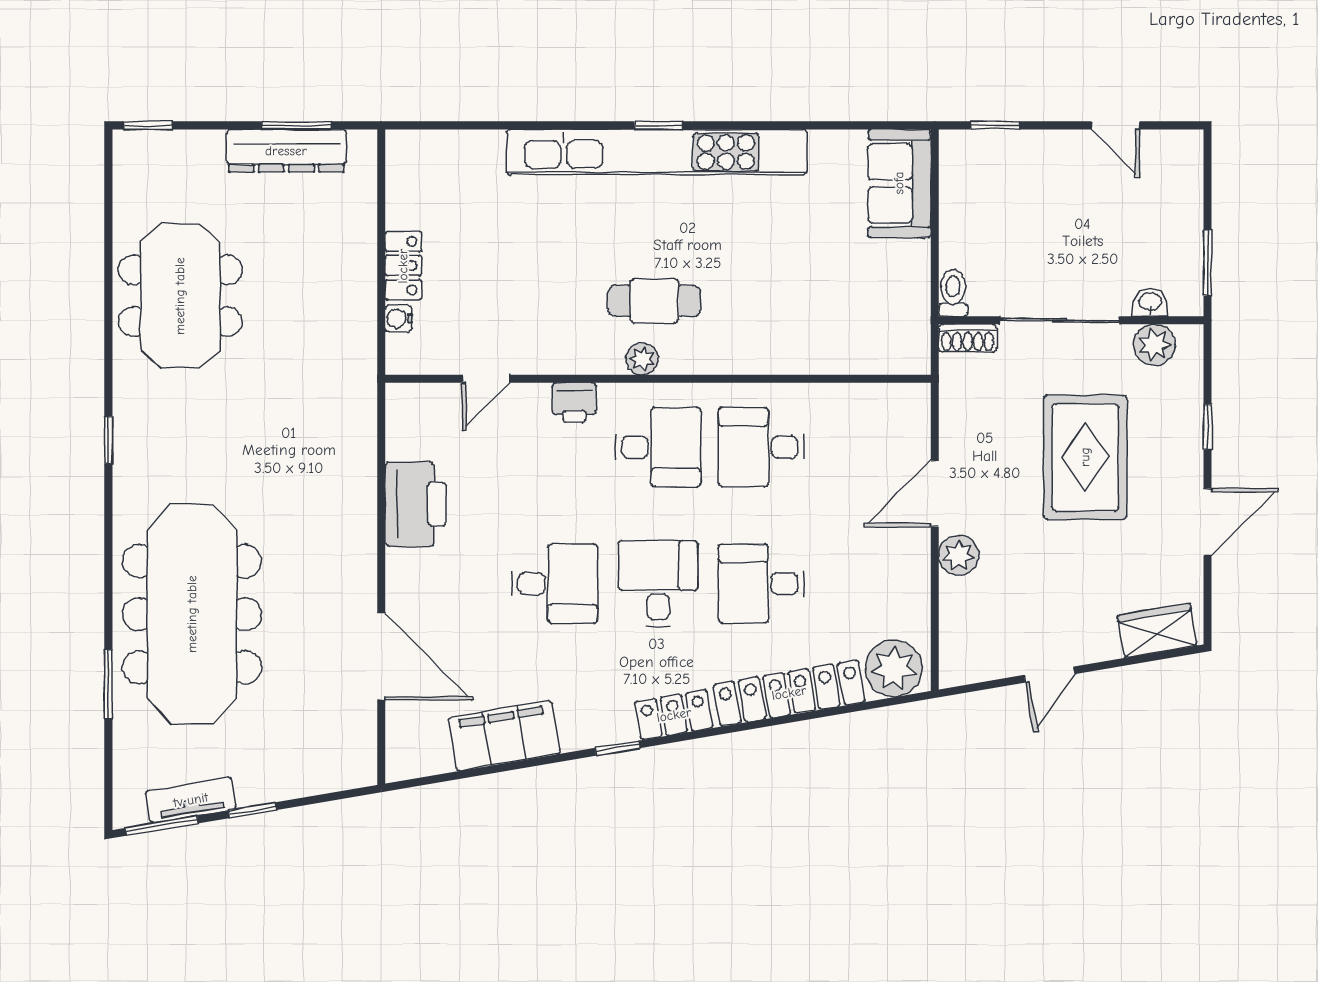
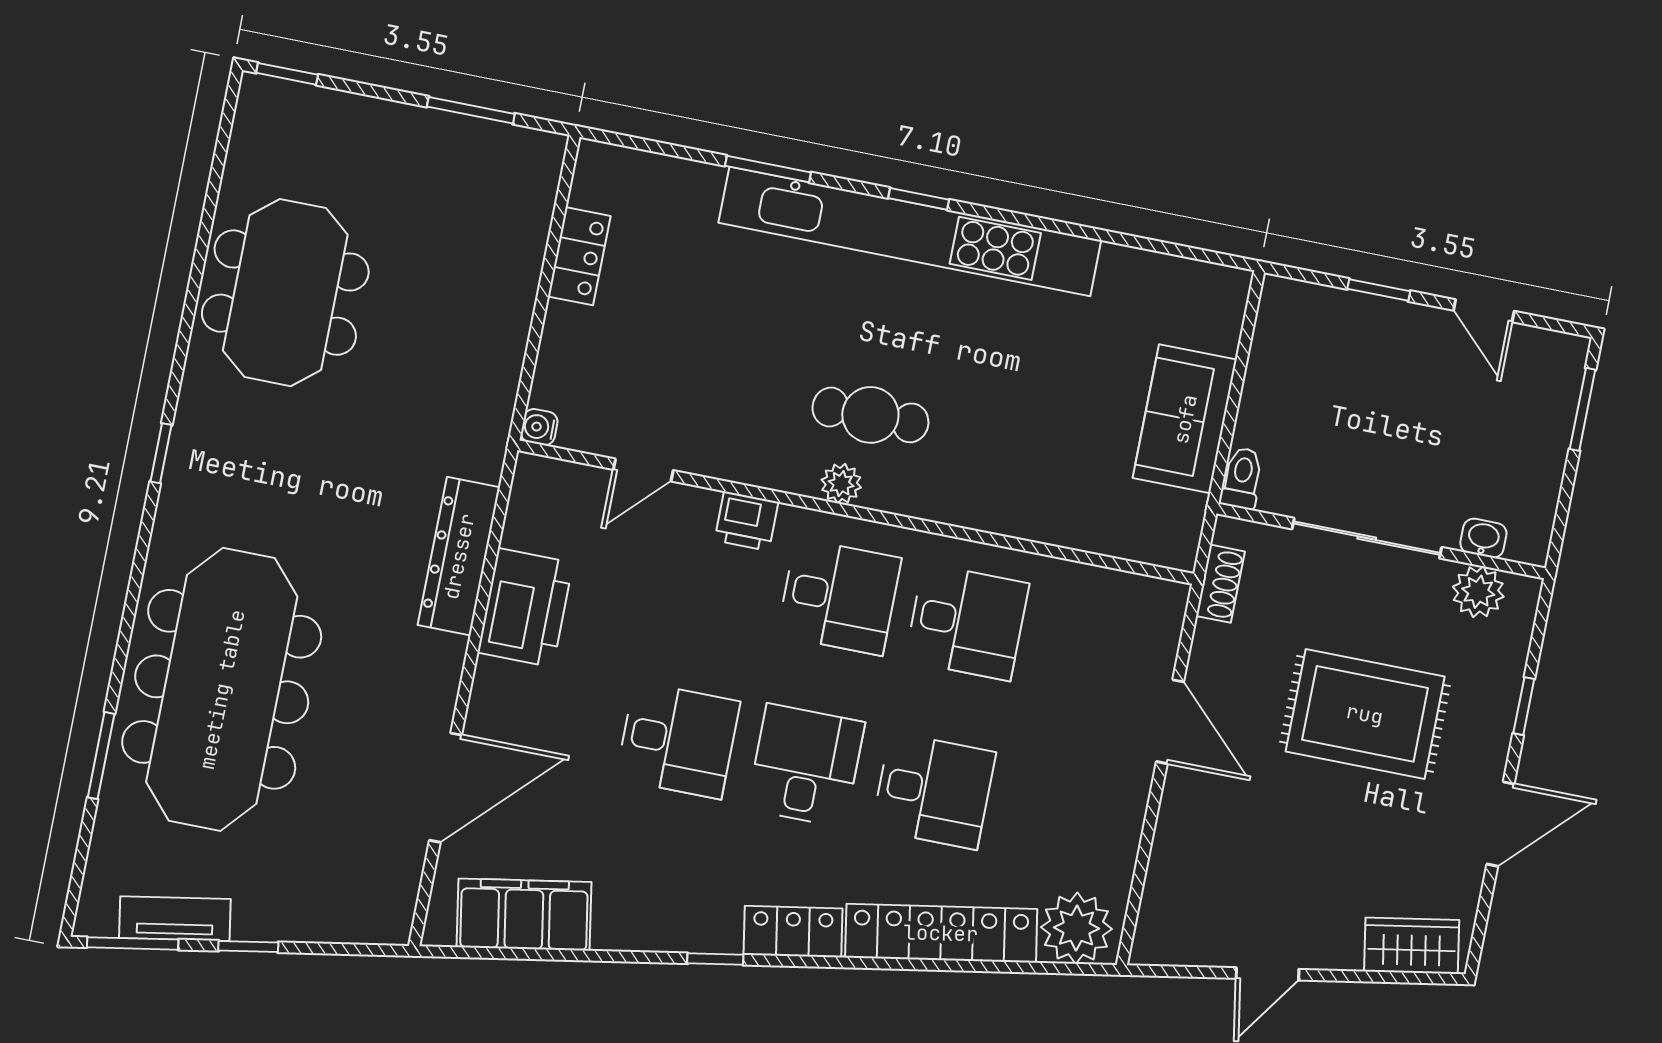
window: (537, 125) -> (768, 169), added
window: (995, 125) -> (1379, 290), moved
dresser: (286, 151) -> (459, 556), moved, turned 90
sofa: (899, 183) -> (1185, 419), moved
window: (1208, 263) -> (1583, 409), moved
locker: (403, 266) -> (579, 256), moved
water cooler: (399, 318) -> (539, 427), moved
shoe rack: (968, 338) -> (1220, 584), moved, turned -90
desk: (761, 447) -> (967, 622), turned 180
rug: (1085, 457) -> (1365, 714), turned 90
door: (935, 493) -> (1170, 722), swing flipped
plant: (959, 555) -> (1185, 804), removed
desk: (761, 584) -> (933, 791), turned 180
door: (381, 656) -> (445, 788), hinge flipped
filing cabinet: (504, 736) -> (524, 915), moved

